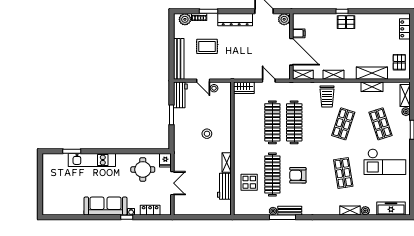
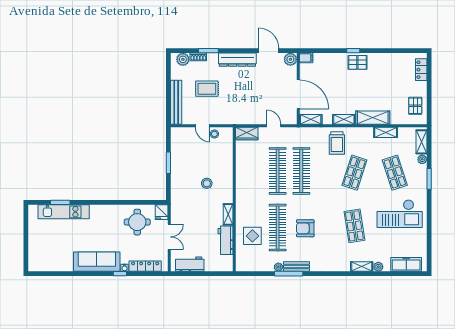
filing cabinet: (299, 33) -> (306, 58), moved
shelving: (372, 73) -> (373, 118), moved
workbench: (180, 95) -> (190, 264), moved, turned -90
kitchen unit: (92, 160) -> (64, 212), moved
locker: (150, 210) -> (145, 266), width x1.53

